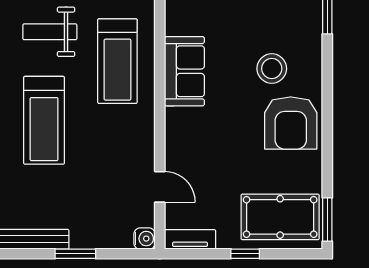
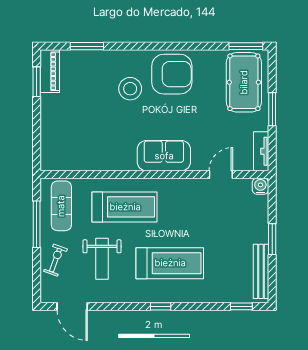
sofa: (184, 71) -> (164, 156), moved
window: (245, 254) -> (272, 109), width x1.50

